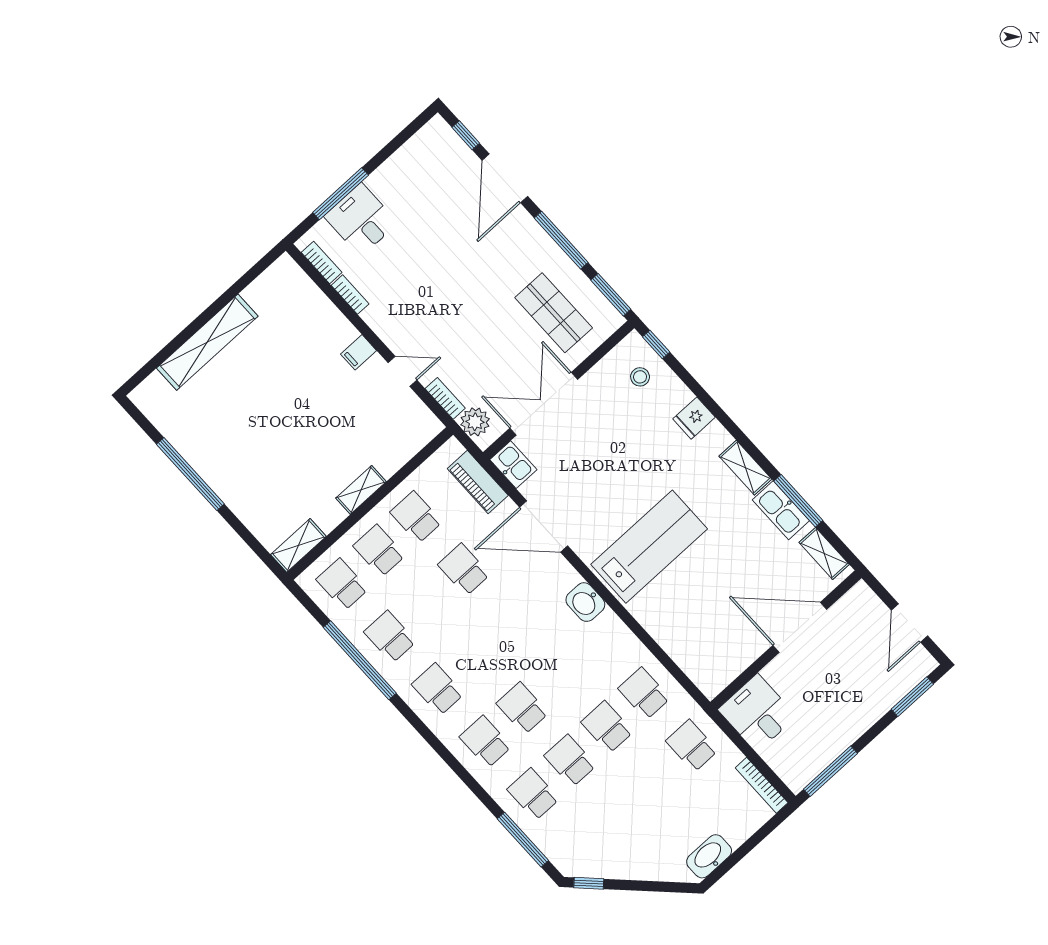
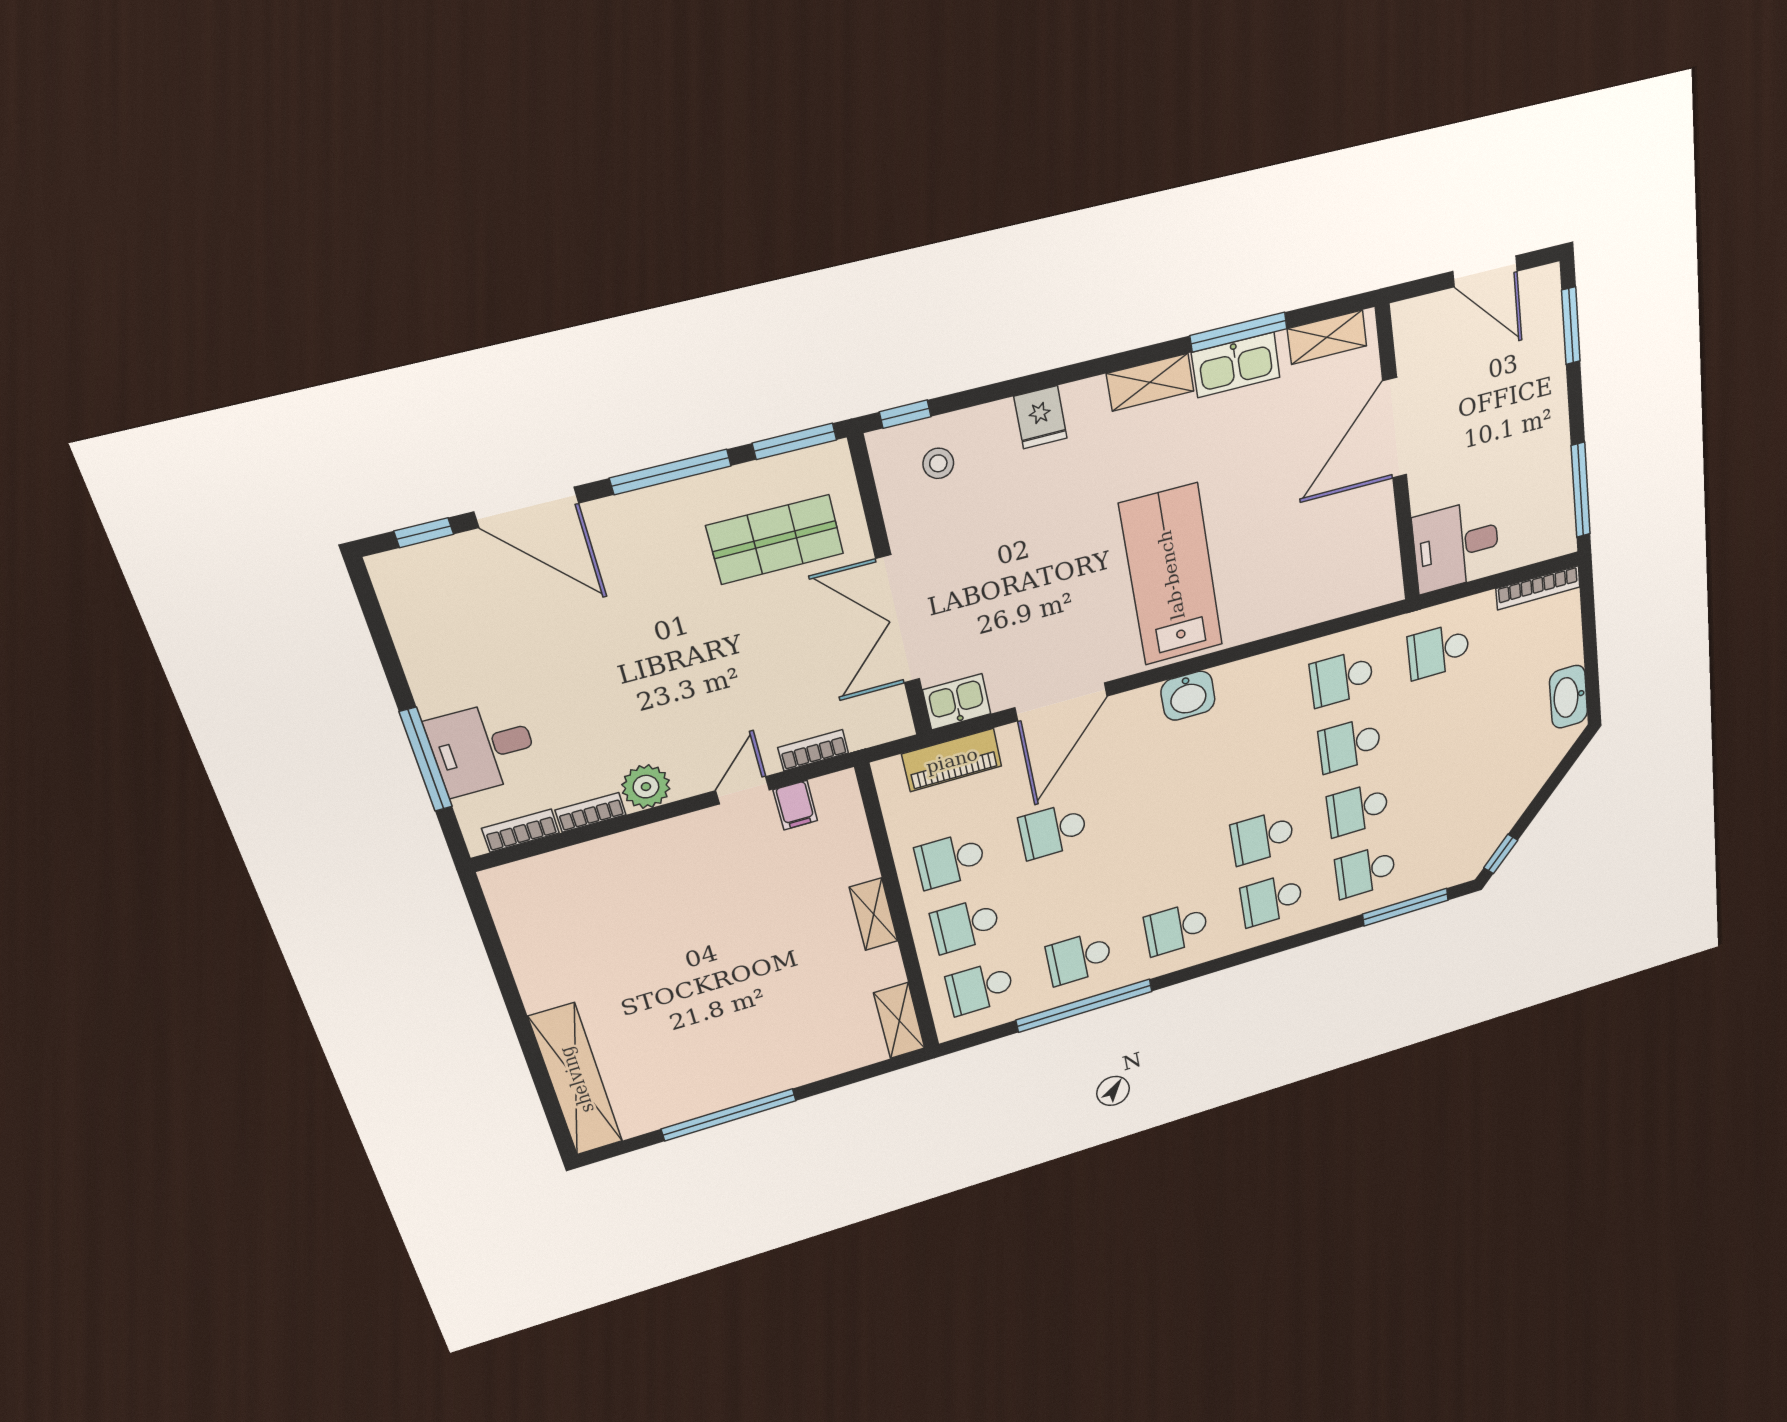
shelving: (207, 342) -> (576, 1080), moved
filing cabinet: (359, 352) -> (795, 805), moved
plant: (475, 422) -> (646, 787), moved

